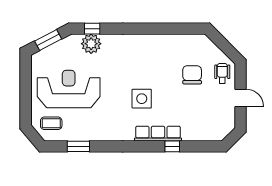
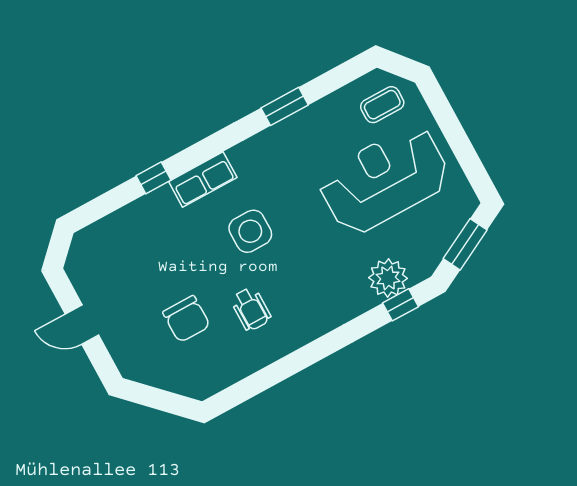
wheelchair: (222, 73) -> (251, 309), moved
reception desk: (69, 89) -> (384, 180), turned 180
row of seats: (158, 134) -> (203, 180), width x0.68
window: (78, 146) -> (285, 106), moved

